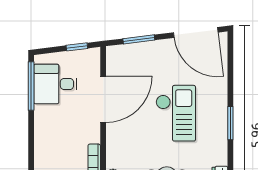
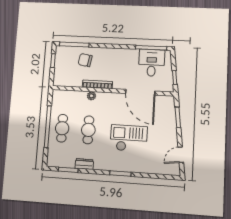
door: (196, 32) -> (181, 155), width x0.53
checkout: (176, 113) -> (129, 138), turned 180

